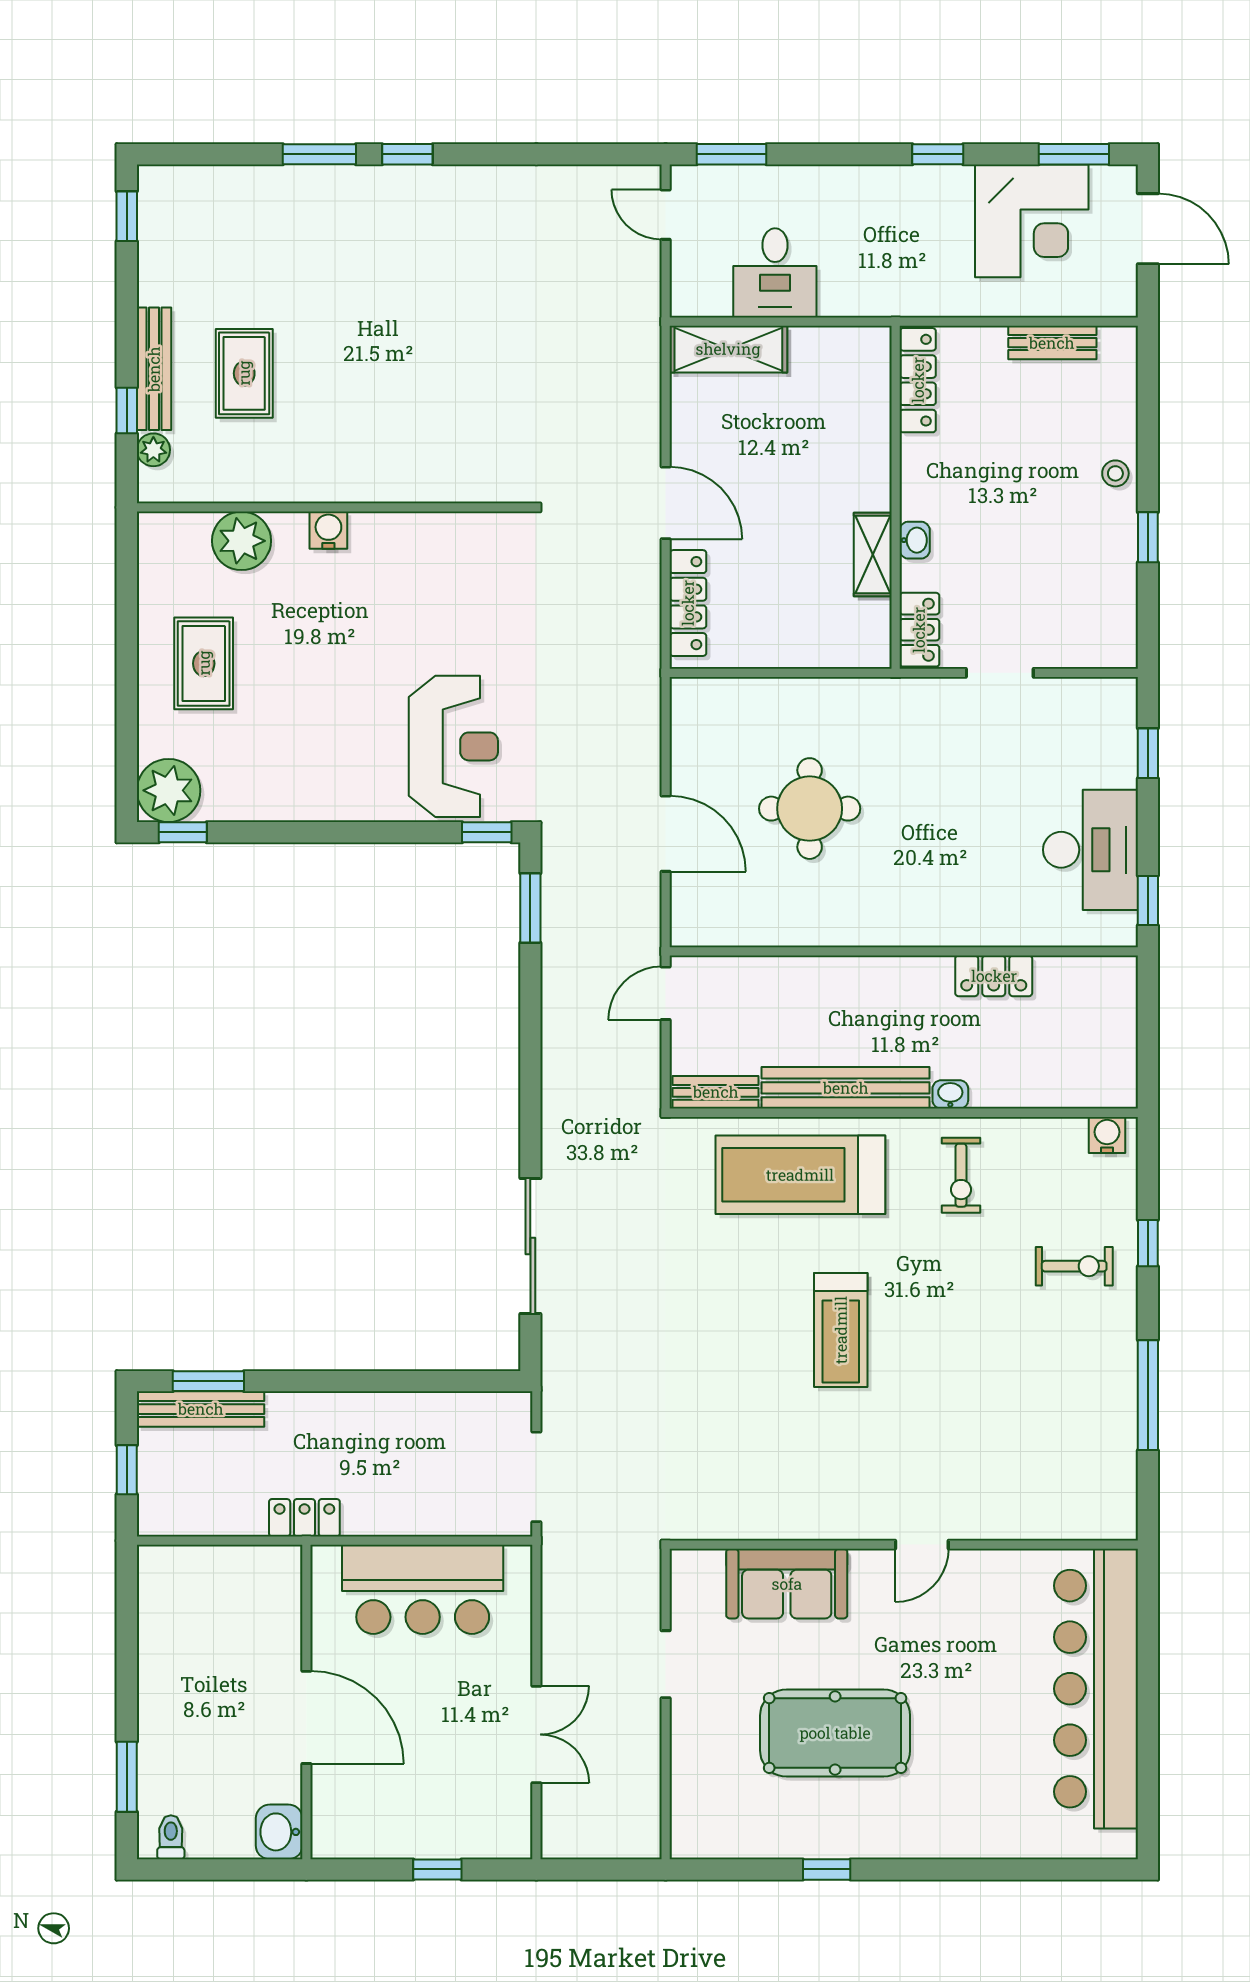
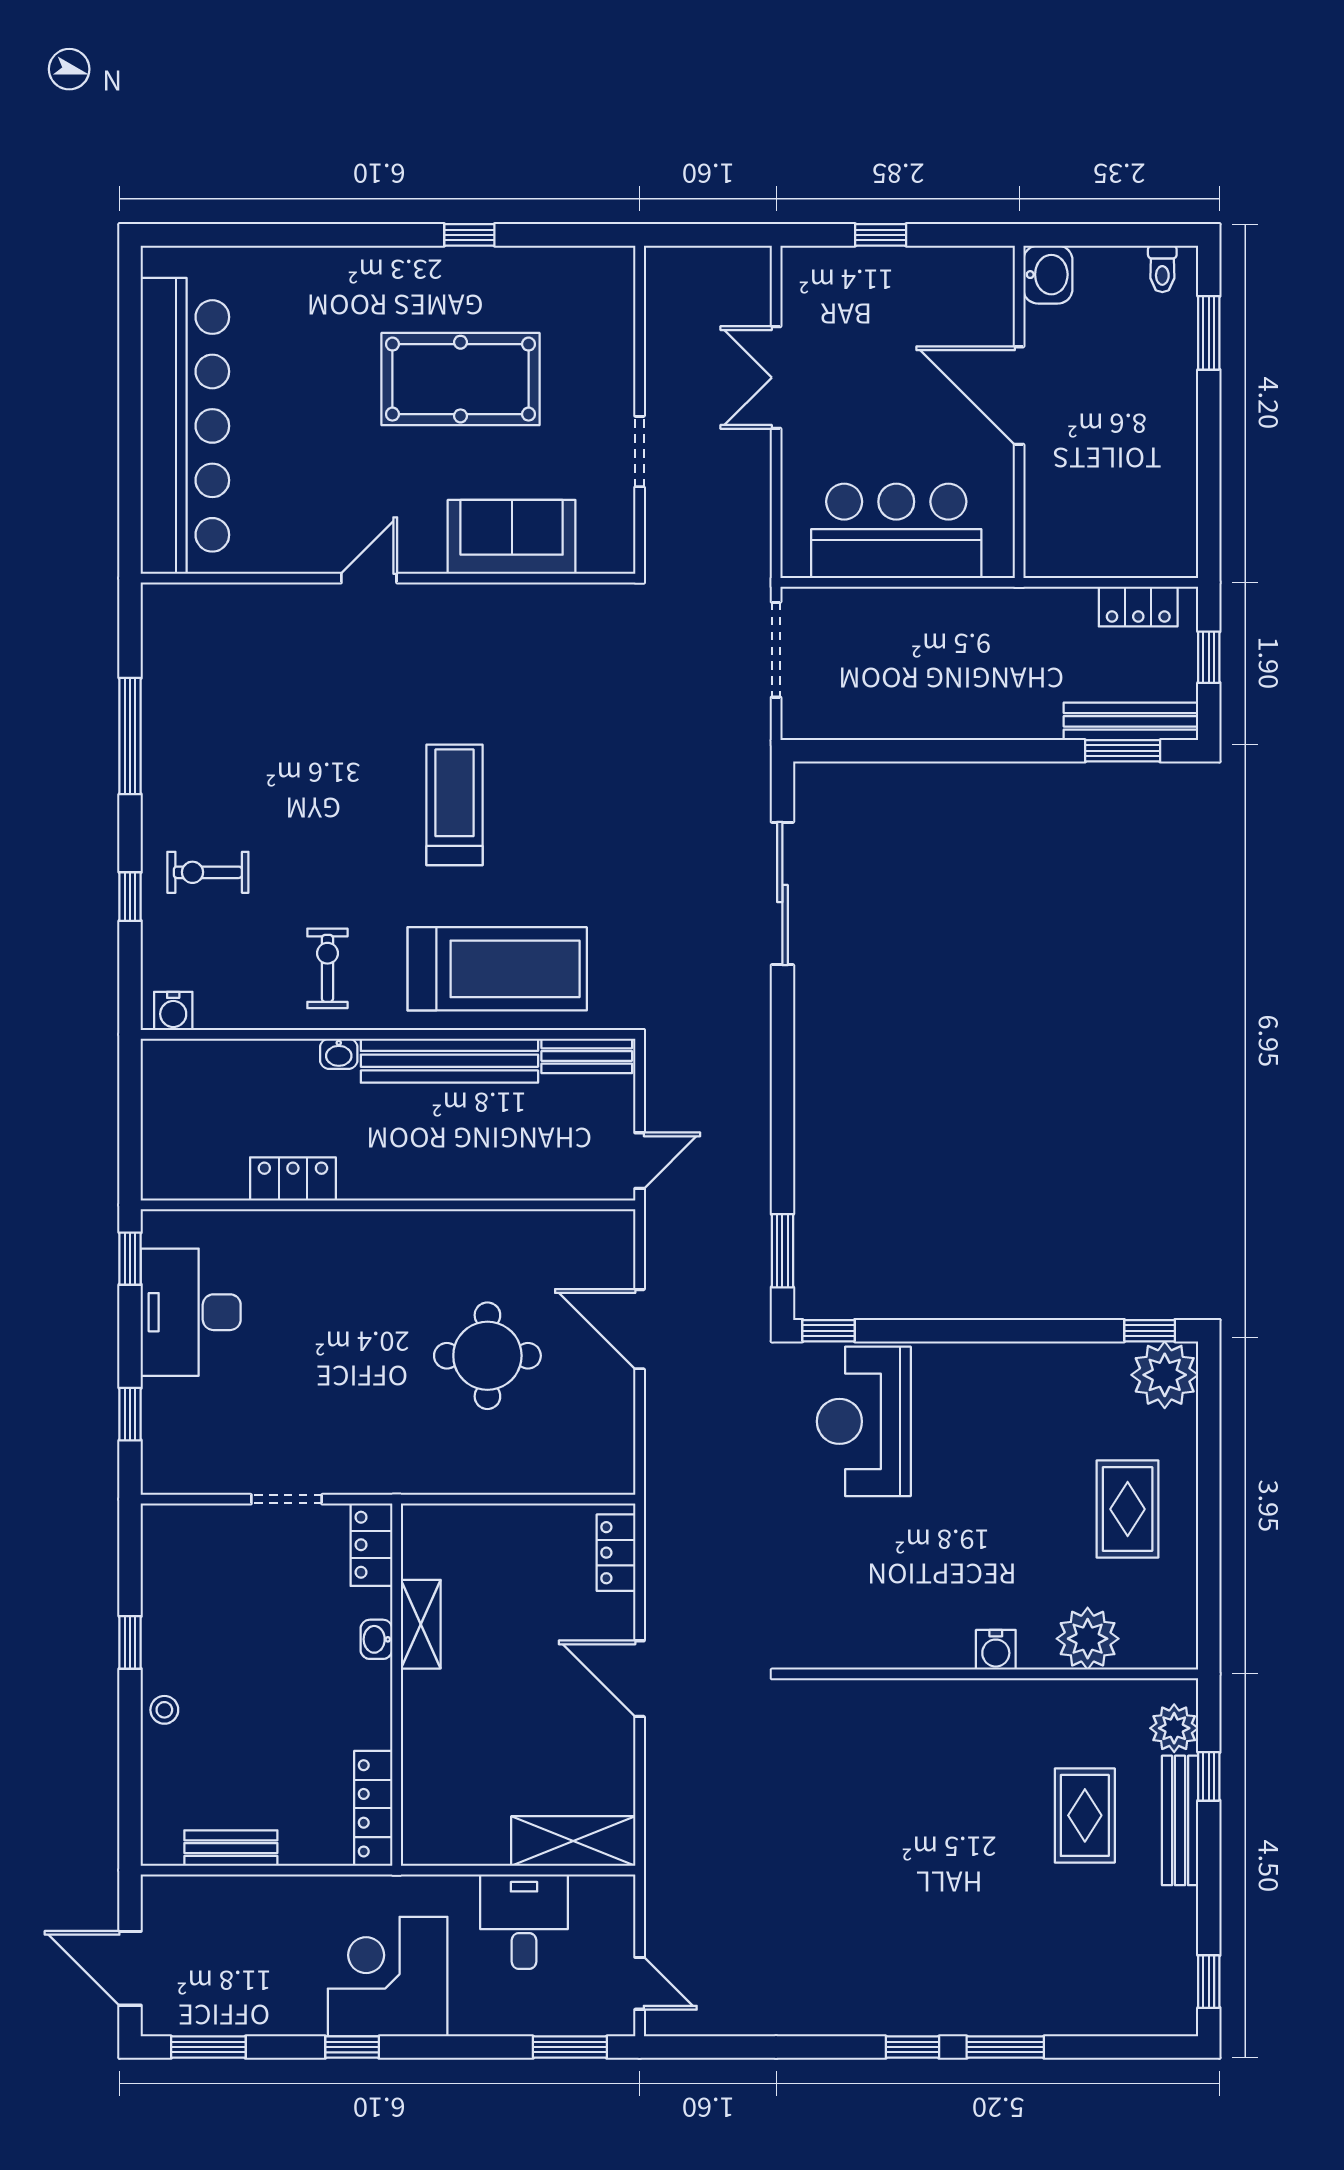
corner desk: (1032, 221) -> (388, 1977), moved
plant: (153, 450) -> (1174, 1728), width x1.38, depth x1.38
locker: (688, 603) -> (616, 1553), width x0.66
locker: (304, 1518) -> (1138, 607), moved

